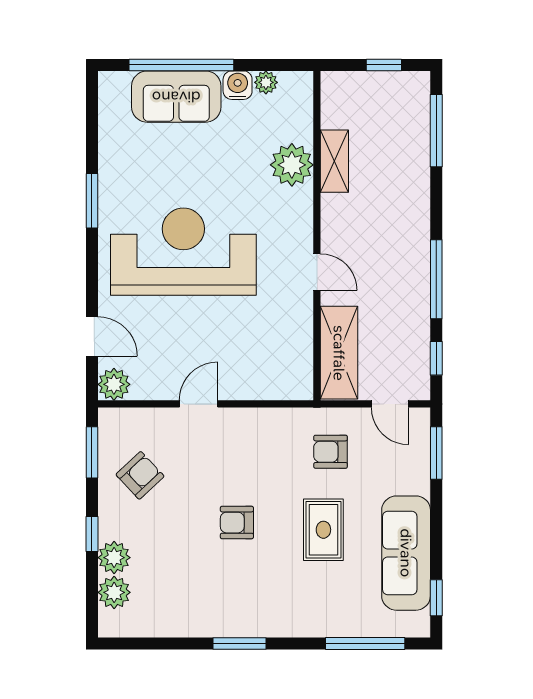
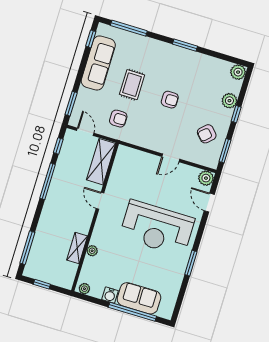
plant: (266, 82) -> (84, 289), moved
plant: (292, 165) -> (92, 251), width x0.53, depth x0.53
plant: (114, 592) -> (238, 72), moved

